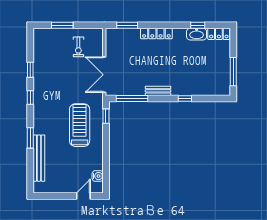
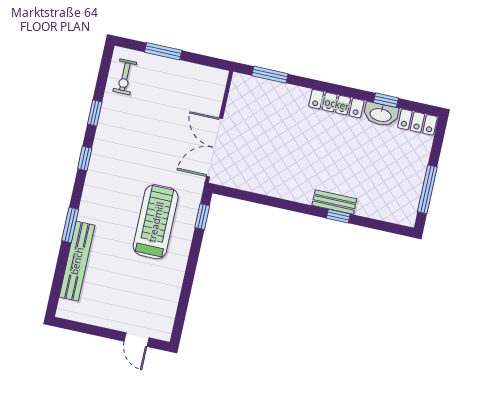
locker: (156, 33) -> (336, 104), moved
exercise bike: (78, 47) -> (125, 77), moved
bench: (158, 91) -> (334, 202), moved
window: (132, 99) -> (251, 197), removed
water cooler: (98, 176) -> (167, 312), removed
door: (83, 196) -> (136, 340), swing flipped

